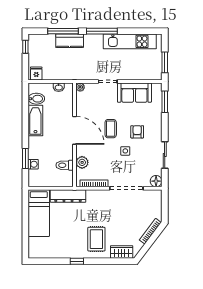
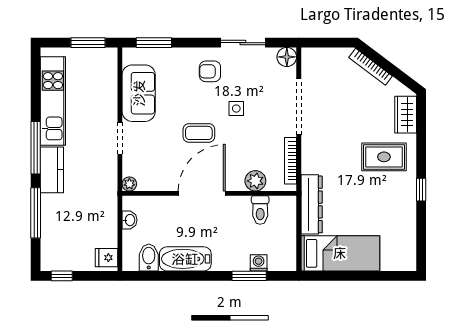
kitchen counter: (70, 41) -> (52, 170), moved
armchair: (137, 132) -> (210, 71), moved

